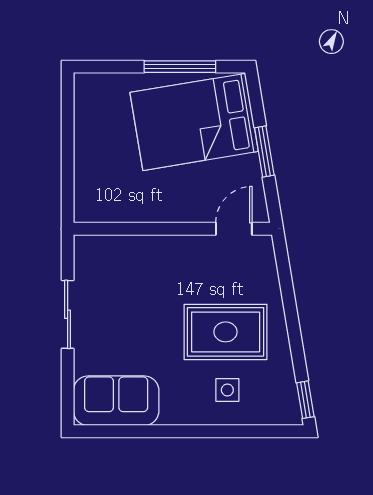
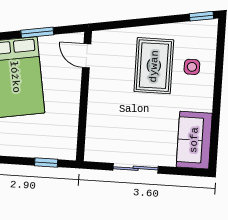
window: (68, 178) -> (46, 163), added

